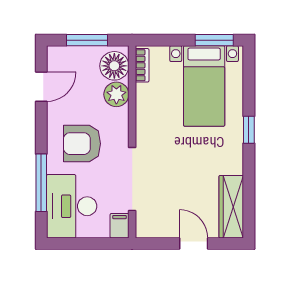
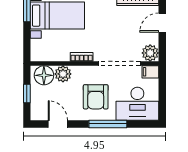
window: (87, 40) -> (27, 93), width x0.67
bookcase: (142, 65) -> (82, 57), moved
window: (41, 183) -> (108, 124), moved
plant: (148, 225) -> (150, 53), added

